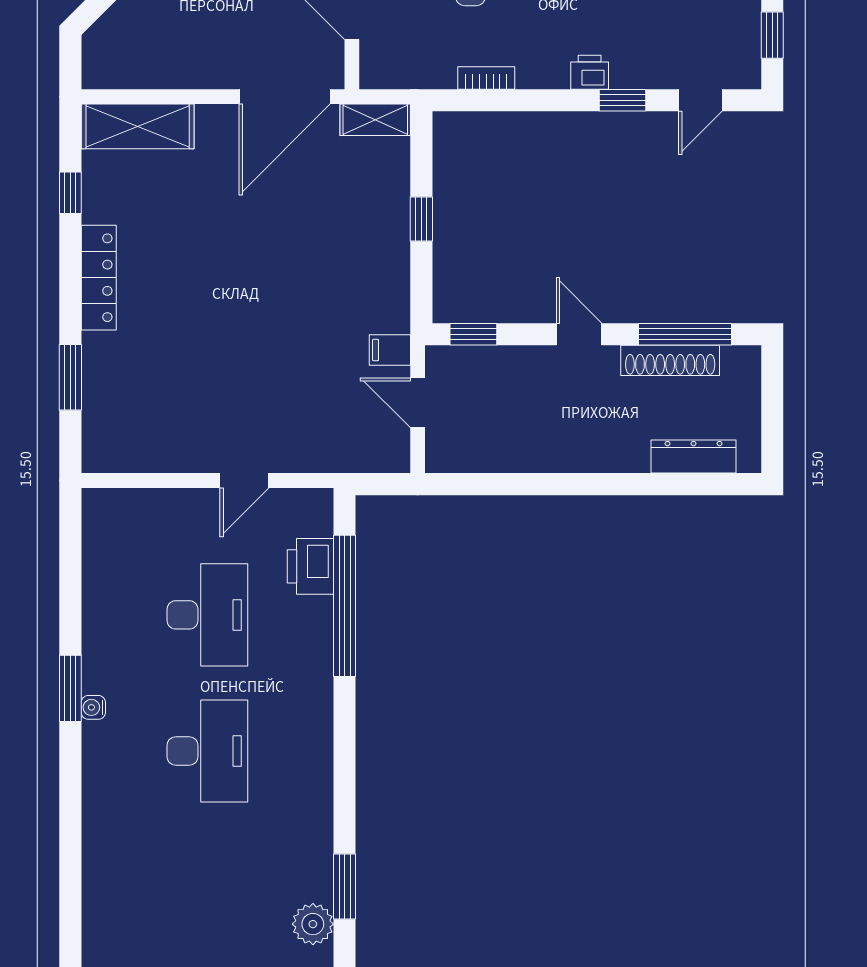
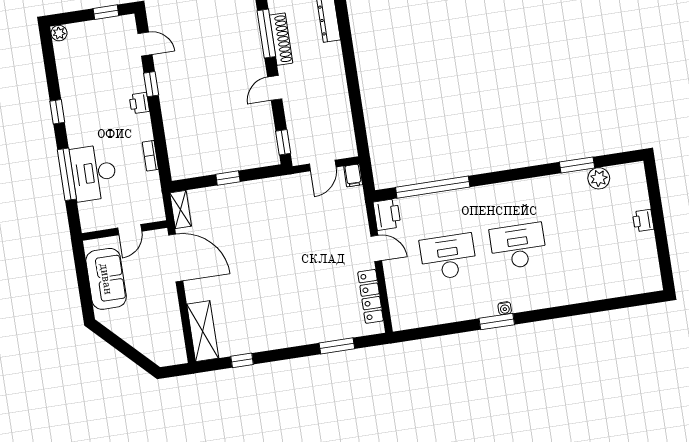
locker: (99, 278) -> (371, 296), moved, turned -90
filing cabinet: (390, 350) -> (353, 175), moved
printer: (310, 566) -> (387, 215), moved, turned -90

